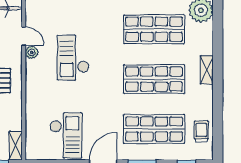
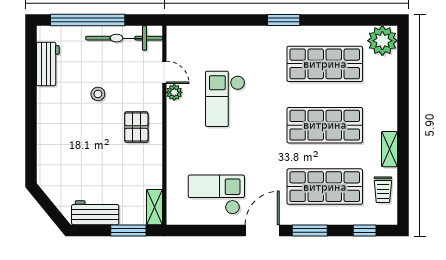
shelving: (207, 70) -> (390, 149), moved
trolley: (201, 132) -> (383, 190), turned 180
checkout: (66, 135) -> (216, 195), turned -90

